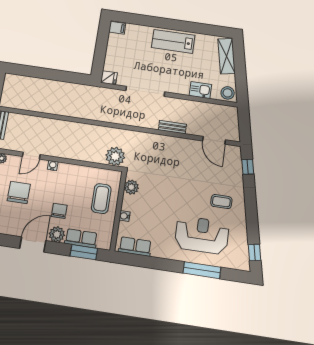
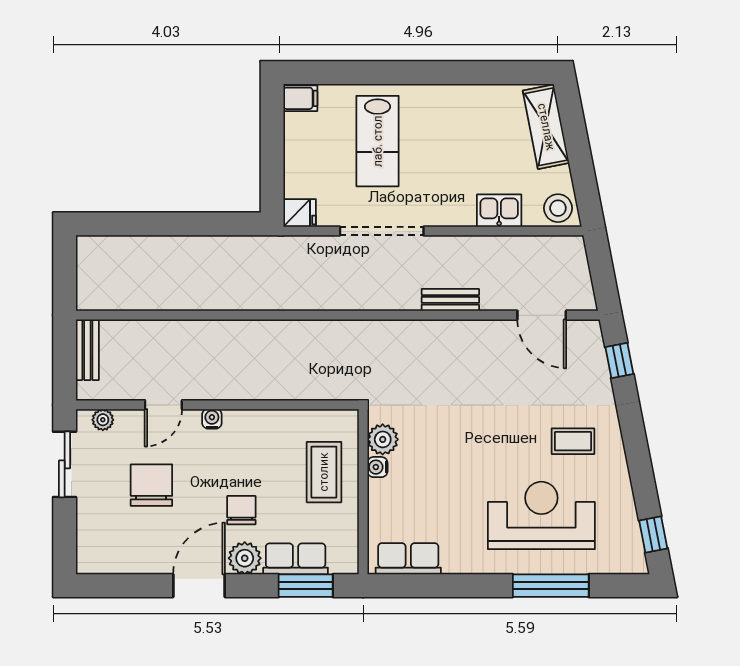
lab bench: (173, 41) -> (378, 141), moved, turned -90
plant: (115, 156) -> (339, 380), removed
water cooler: (125, 216) -> (377, 467), moved

